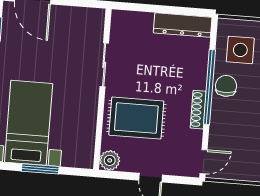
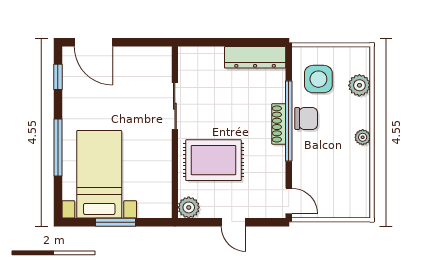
chair: (226, 86) -> (306, 119), turned 90
shoe rack: (198, 110) -> (279, 124), moved
door: (204, 162) -> (289, 201), hinge flipped

